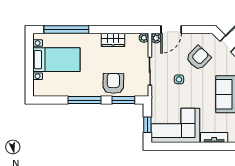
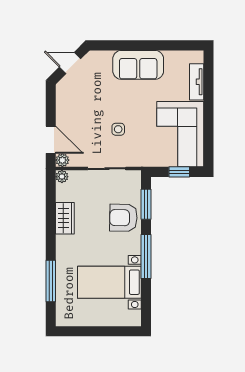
window: (66, 29) -> (51, 281), width x0.68
armchair: (198, 58) -> (89, 103), removed
bed with nightstands: (56, 60) -> (109, 282), moved, turned -90

